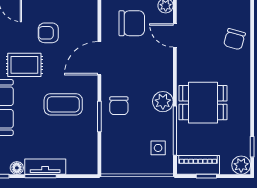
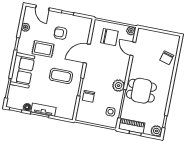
chair: (119, 106) -> (89, 96), moved

